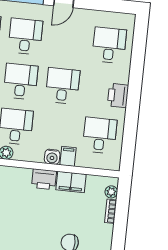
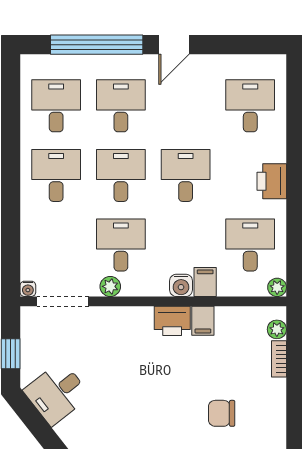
plant: (114, 165) -> (277, 287), added
filing cabinet: (71, 182) -> (203, 321), width x0.50

